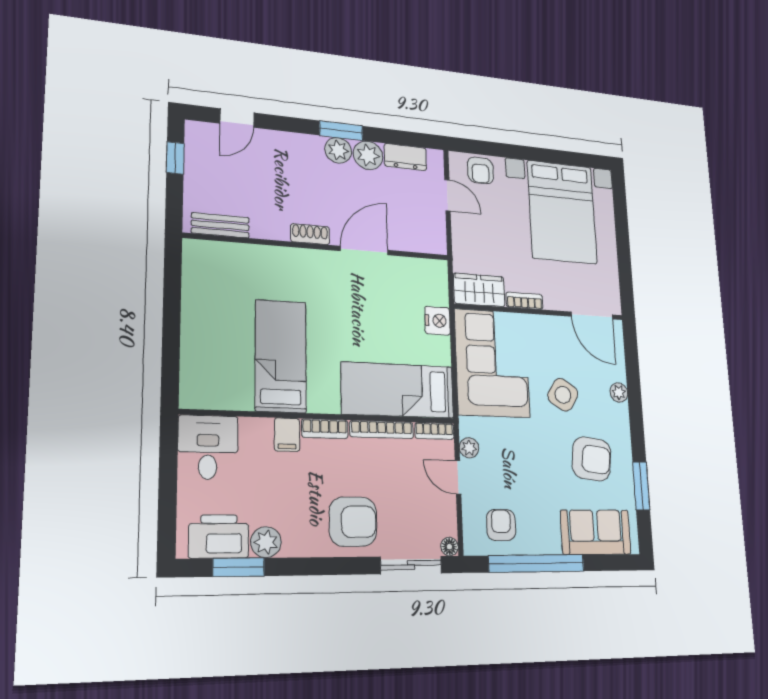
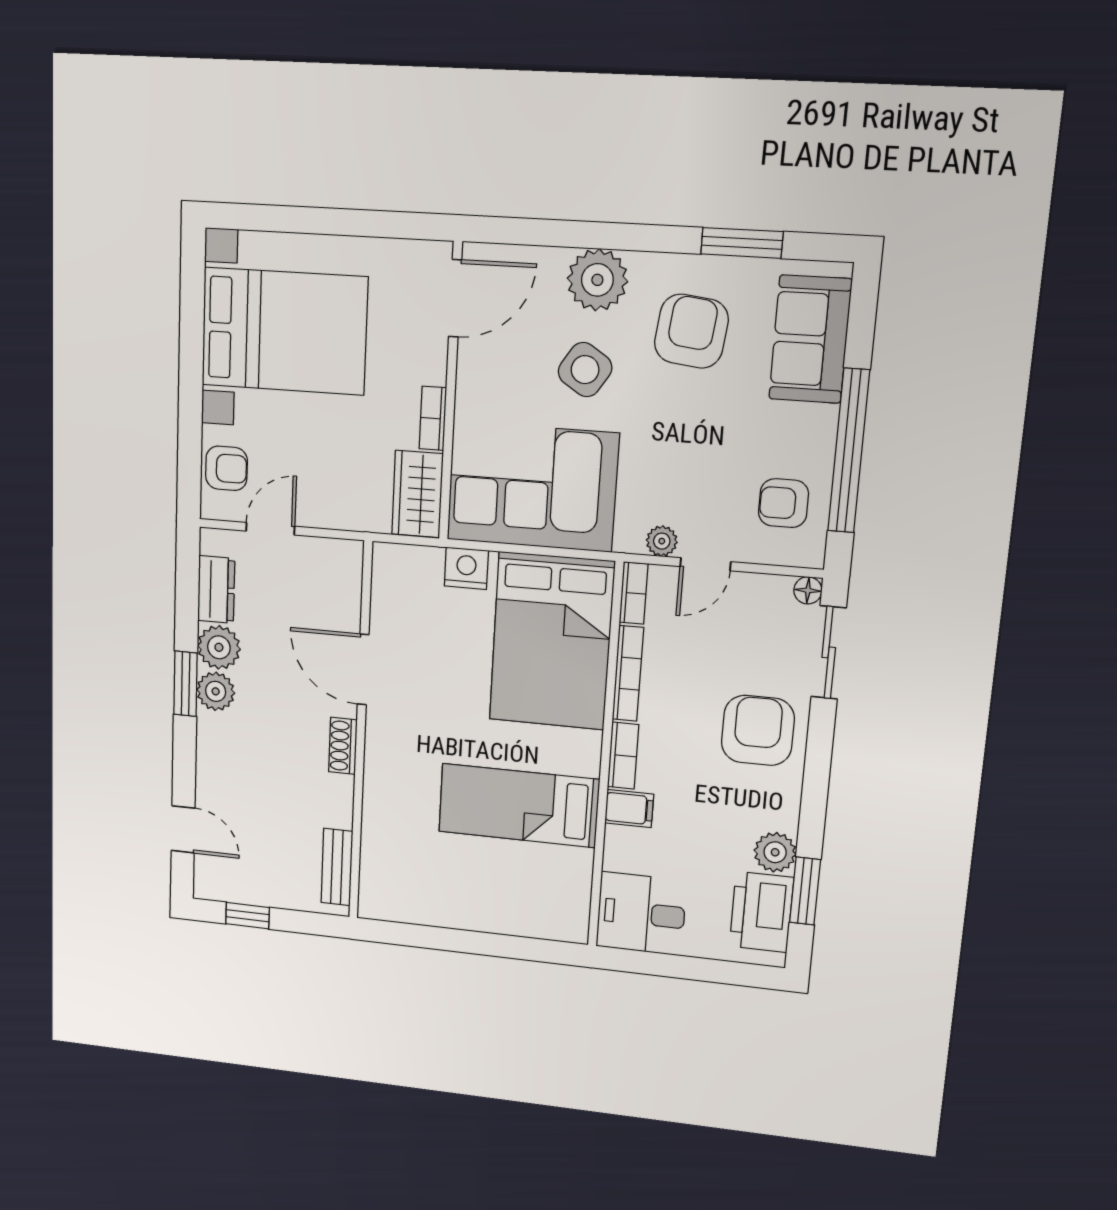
bed: (398, 390) -> (552, 641), width x1.50
plant: (619, 393) -> (597, 280), width x1.88, depth x1.88

